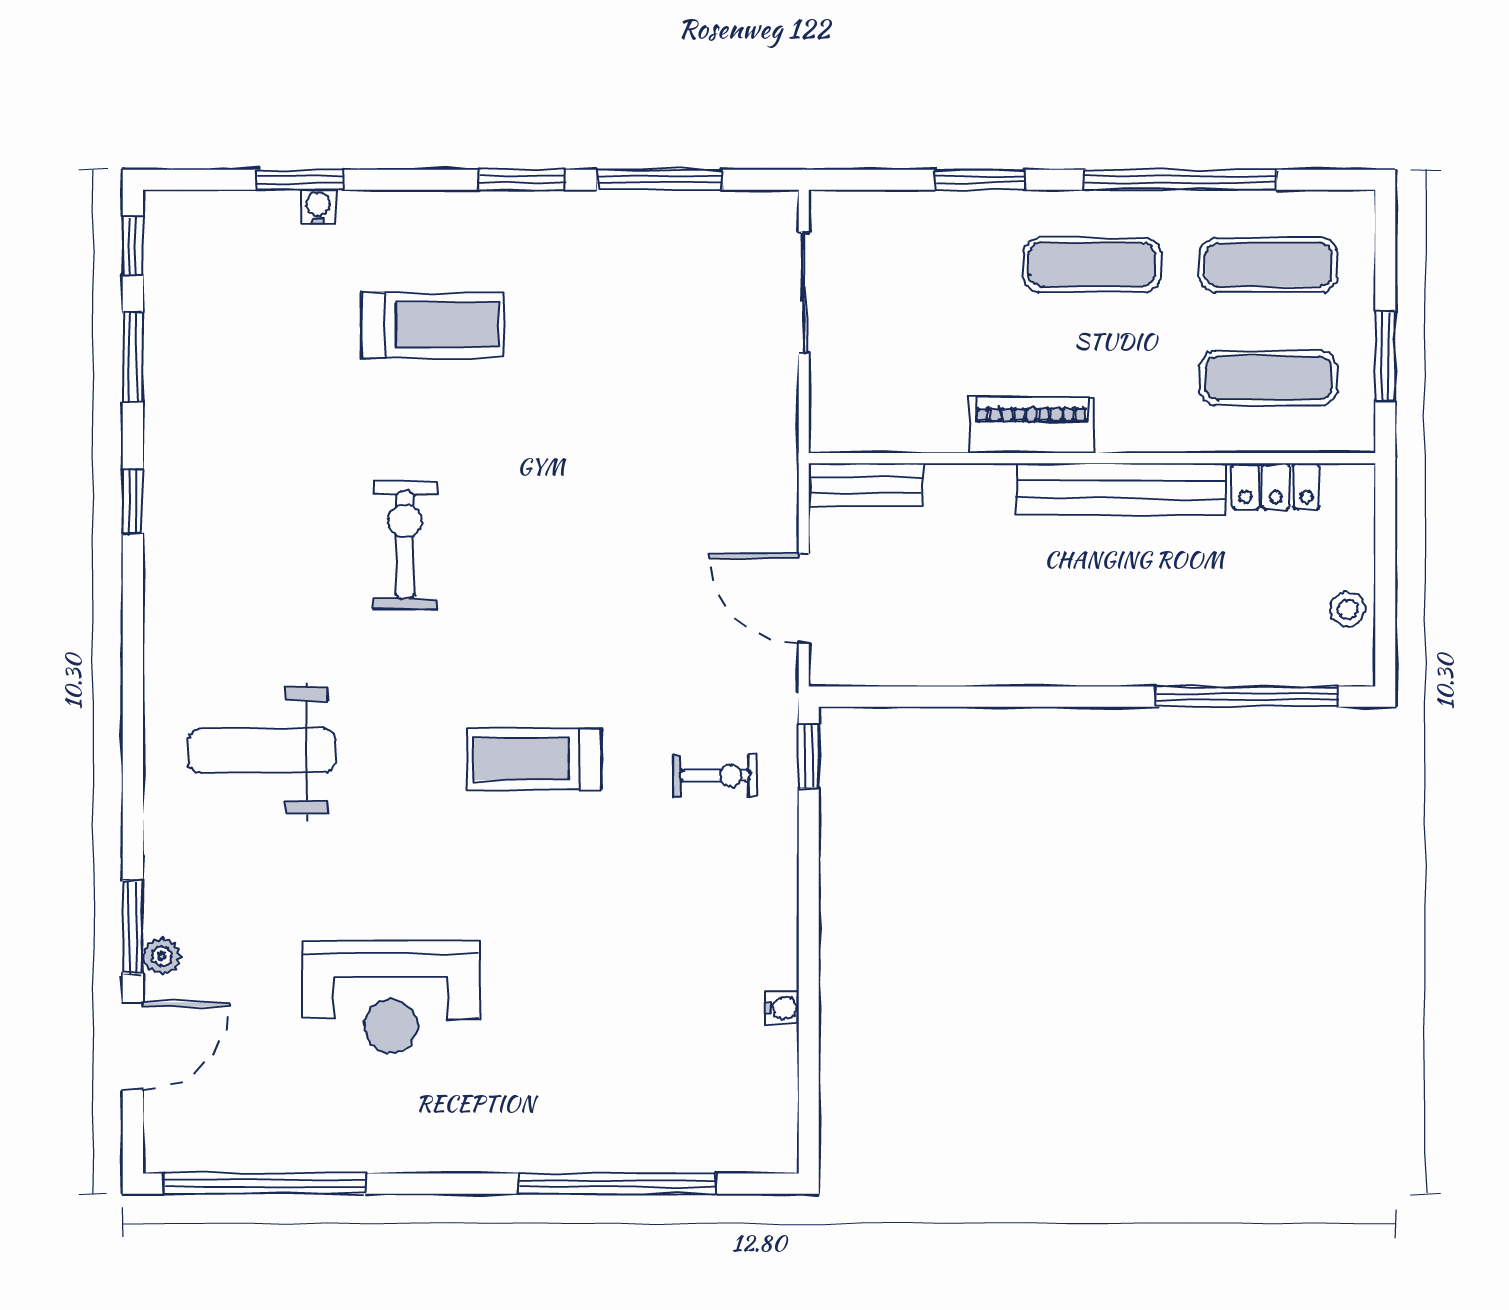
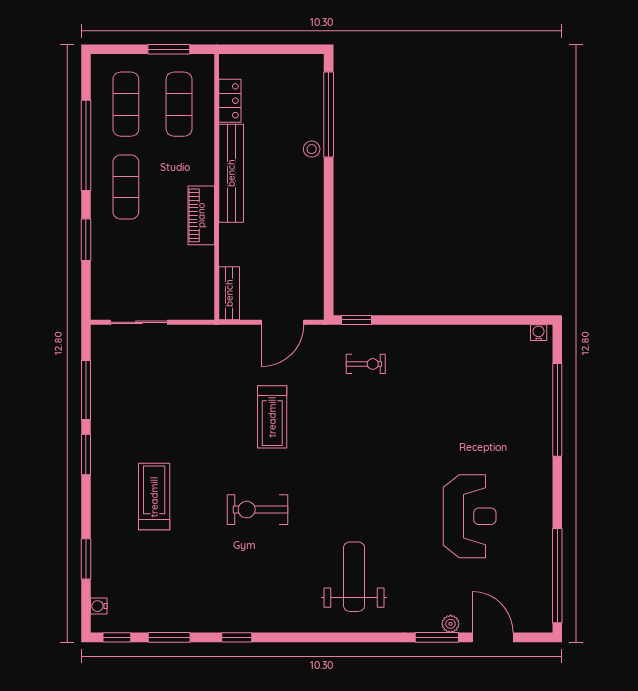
water cooler: (318, 207) -> (99, 606), moved
stool: (1348, 609) -> (312, 149), moved
weight bench: (262, 751) -> (354, 577), turned 180
treadmill: (534, 759) -> (272, 417), moved
exercise bike: (715, 776) -> (366, 364), turned 90
water cooler: (782, 1008) -> (539, 333), moved

